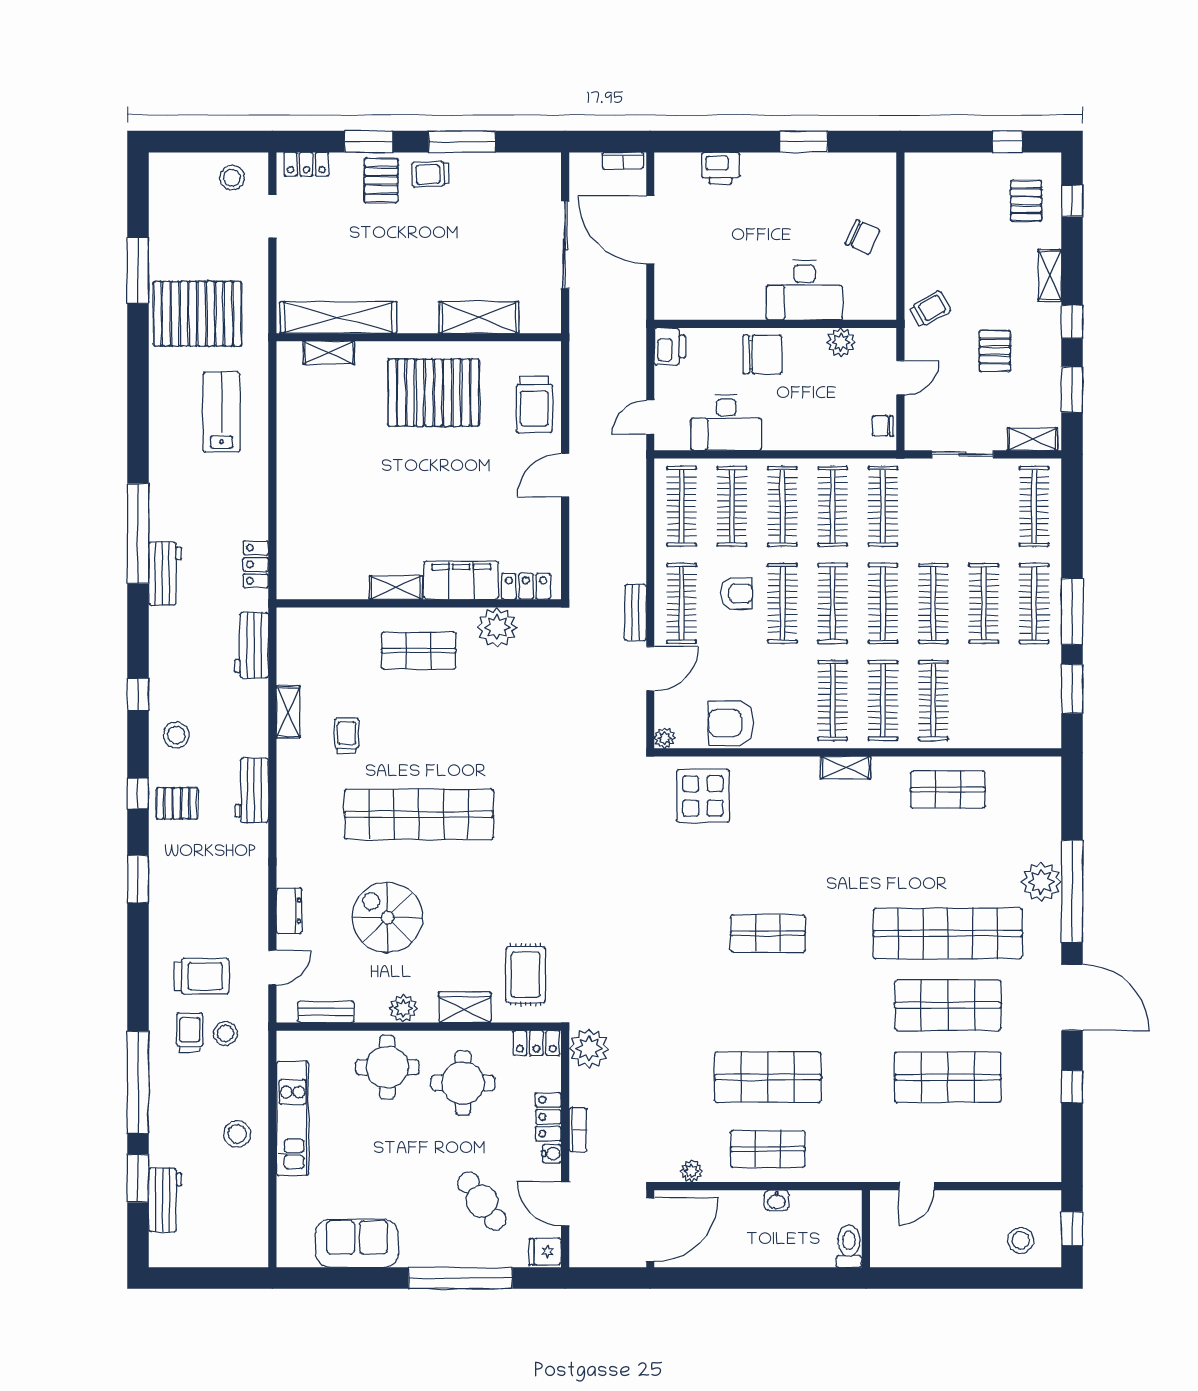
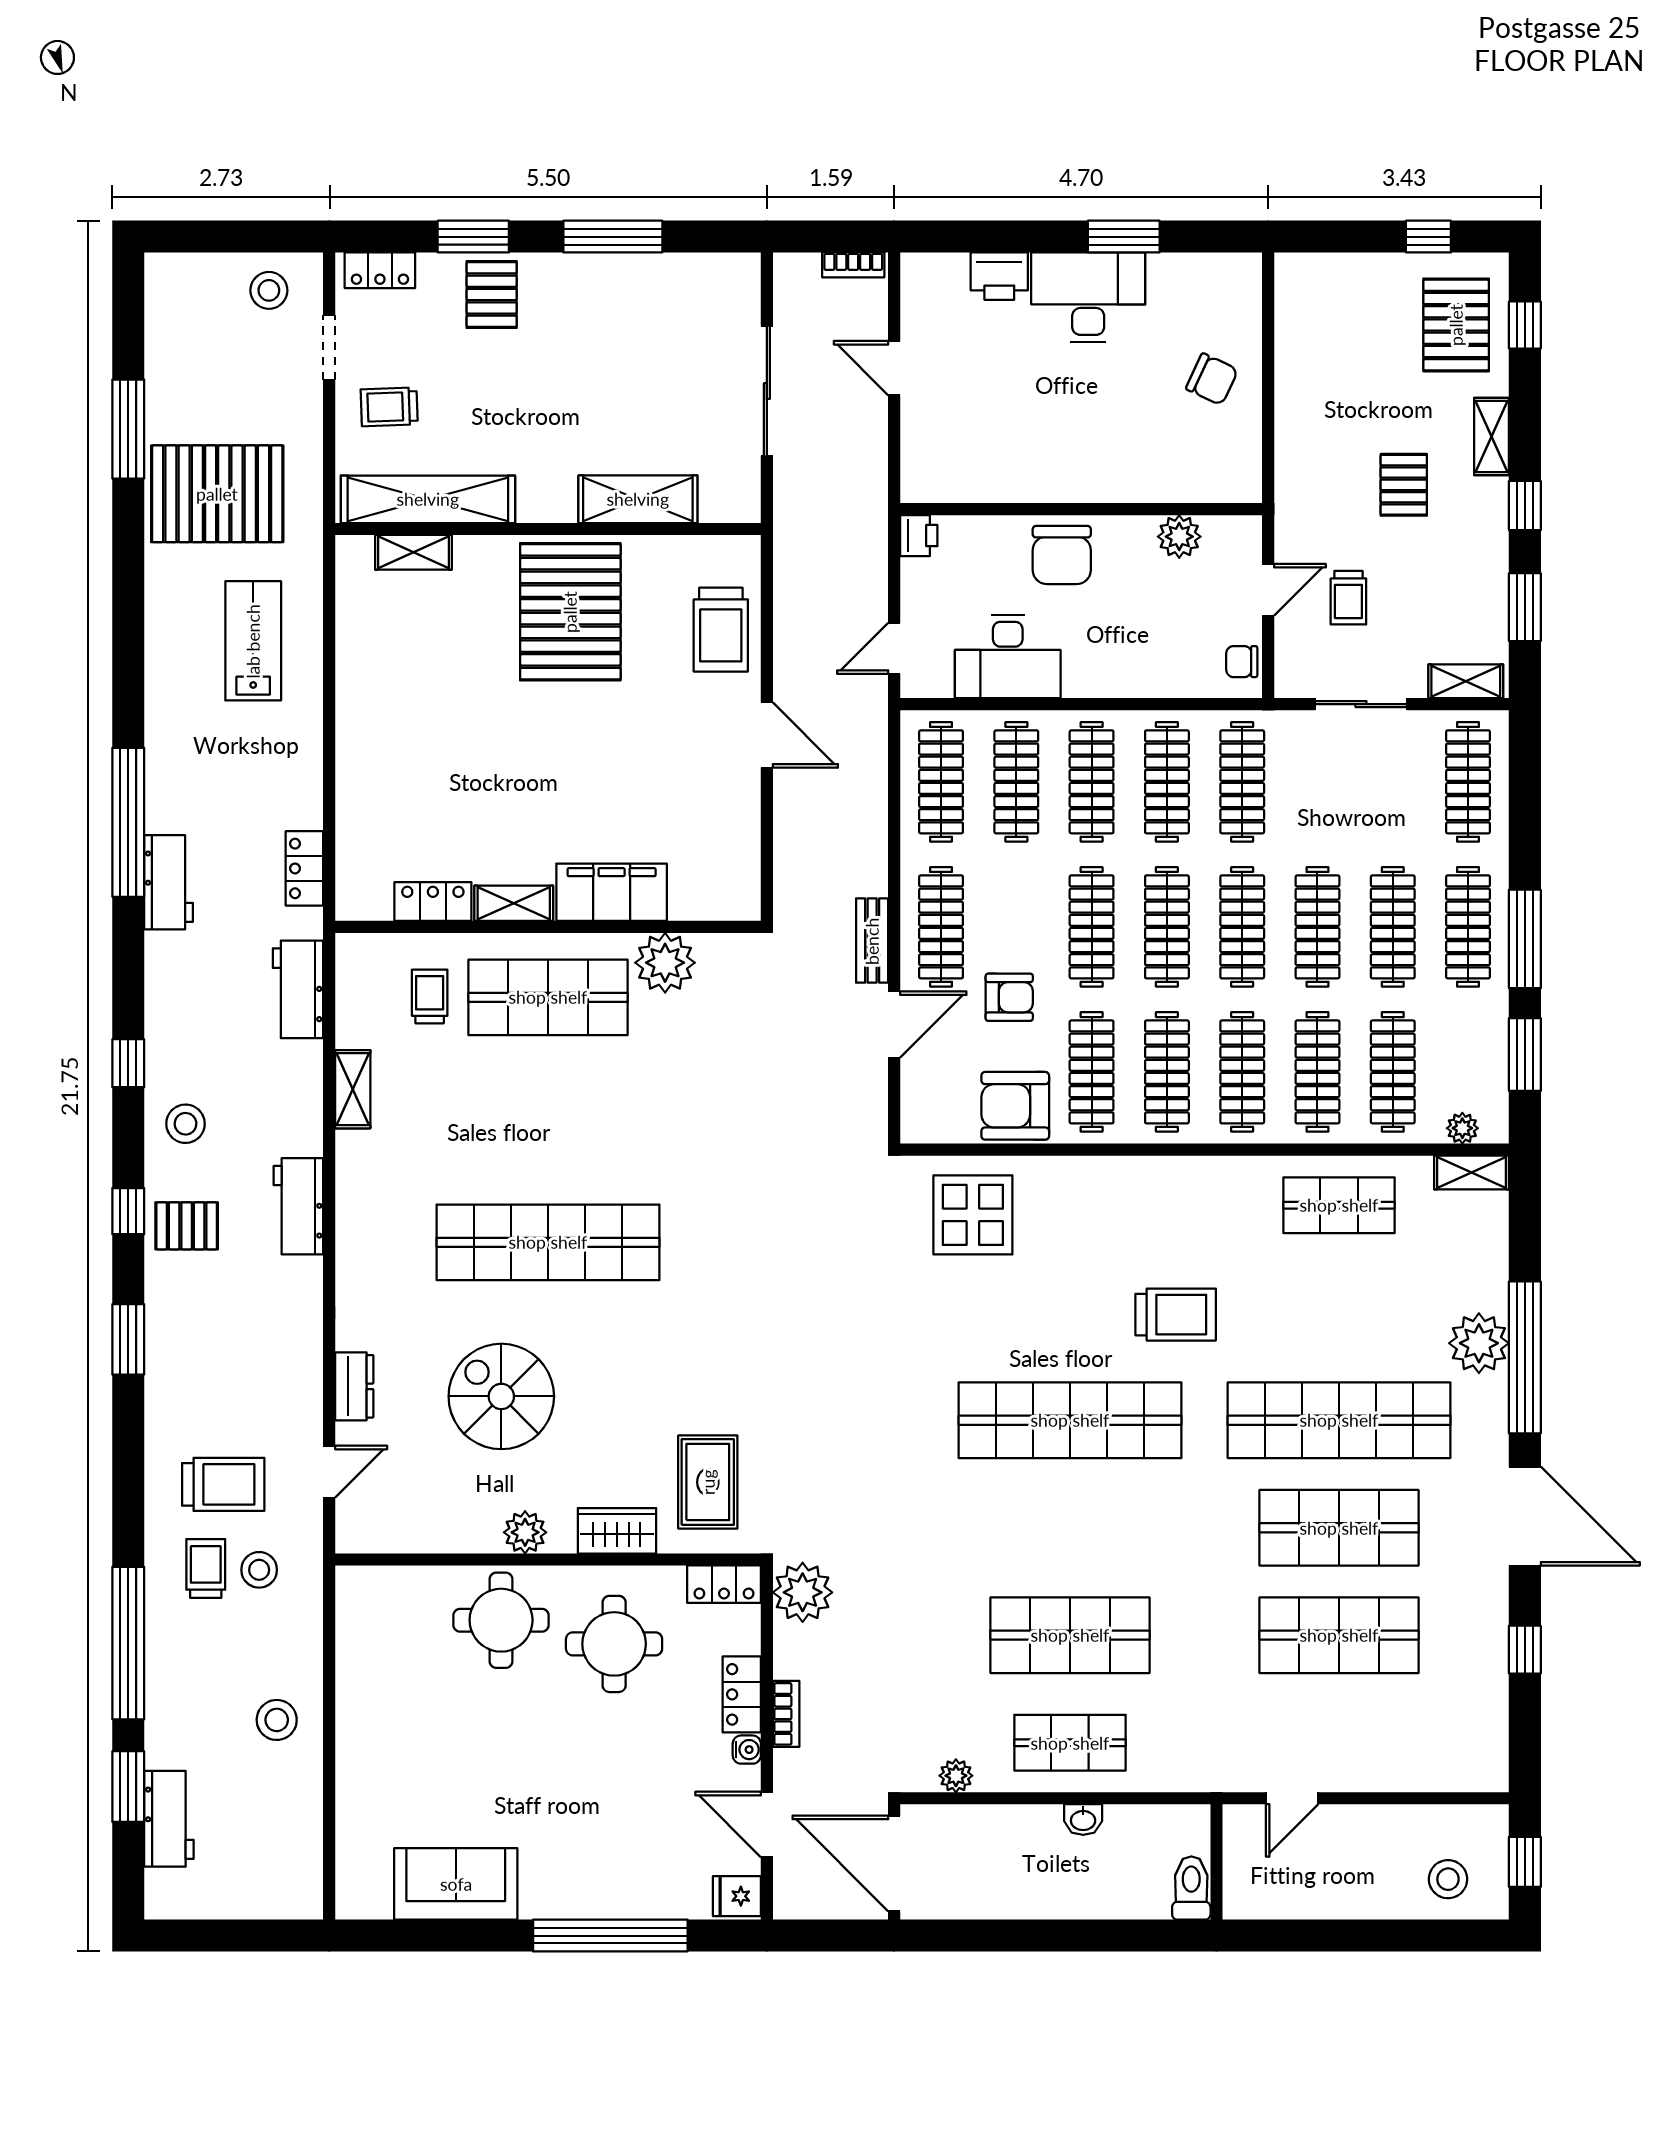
trolley: (431, 174) -> (389, 407), moved
pallet: (1026, 201) -> (1456, 325), width x1.50, depth x1.42
door: (650, 230) -> (894, 368), width x0.53
desk: (804, 290) -> (1088, 297), moved, turned 180
trolley: (930, 309) -> (1348, 598), moved, turned 119
printer: (670, 347) -> (919, 536), width x0.73, depth x0.81
pallet: (995, 351) -> (1404, 485), moved
chair: (762, 355) -> (1062, 555), turned 90
pallet: (434, 393) -> (570, 612), turned 90
door: (565, 475) -> (767, 735), swing flipped
locker: (526, 586) -> (433, 902), moved
armchair: (736, 593) -> (1009, 997), moved
shop shelf: (419, 651) -> (548, 997), width x1.43, depth x1.36
clothes rail: (782, 700) -> (1092, 1072), added
clothes rail: (984, 700) -> (1393, 1072), added
trolley: (347, 736) -> (430, 997), moved
plant: (665, 738) -> (1462, 1128), moved
shelving: (846, 768) -> (1472, 1172), moved
trolley: (839, 863) -> (1176, 1315), added
shop shelf: (768, 933) -> (1070, 1420), width x2.00, depth x1.36
bench: (326, 1012) -> (409, 1538), removed
kitchen unit: (292, 1118) -> (359, 1697), removed
cafe table: (482, 1201) -> (642, 1820), removed
door: (650, 1230) -> (894, 1863), swing flipped

